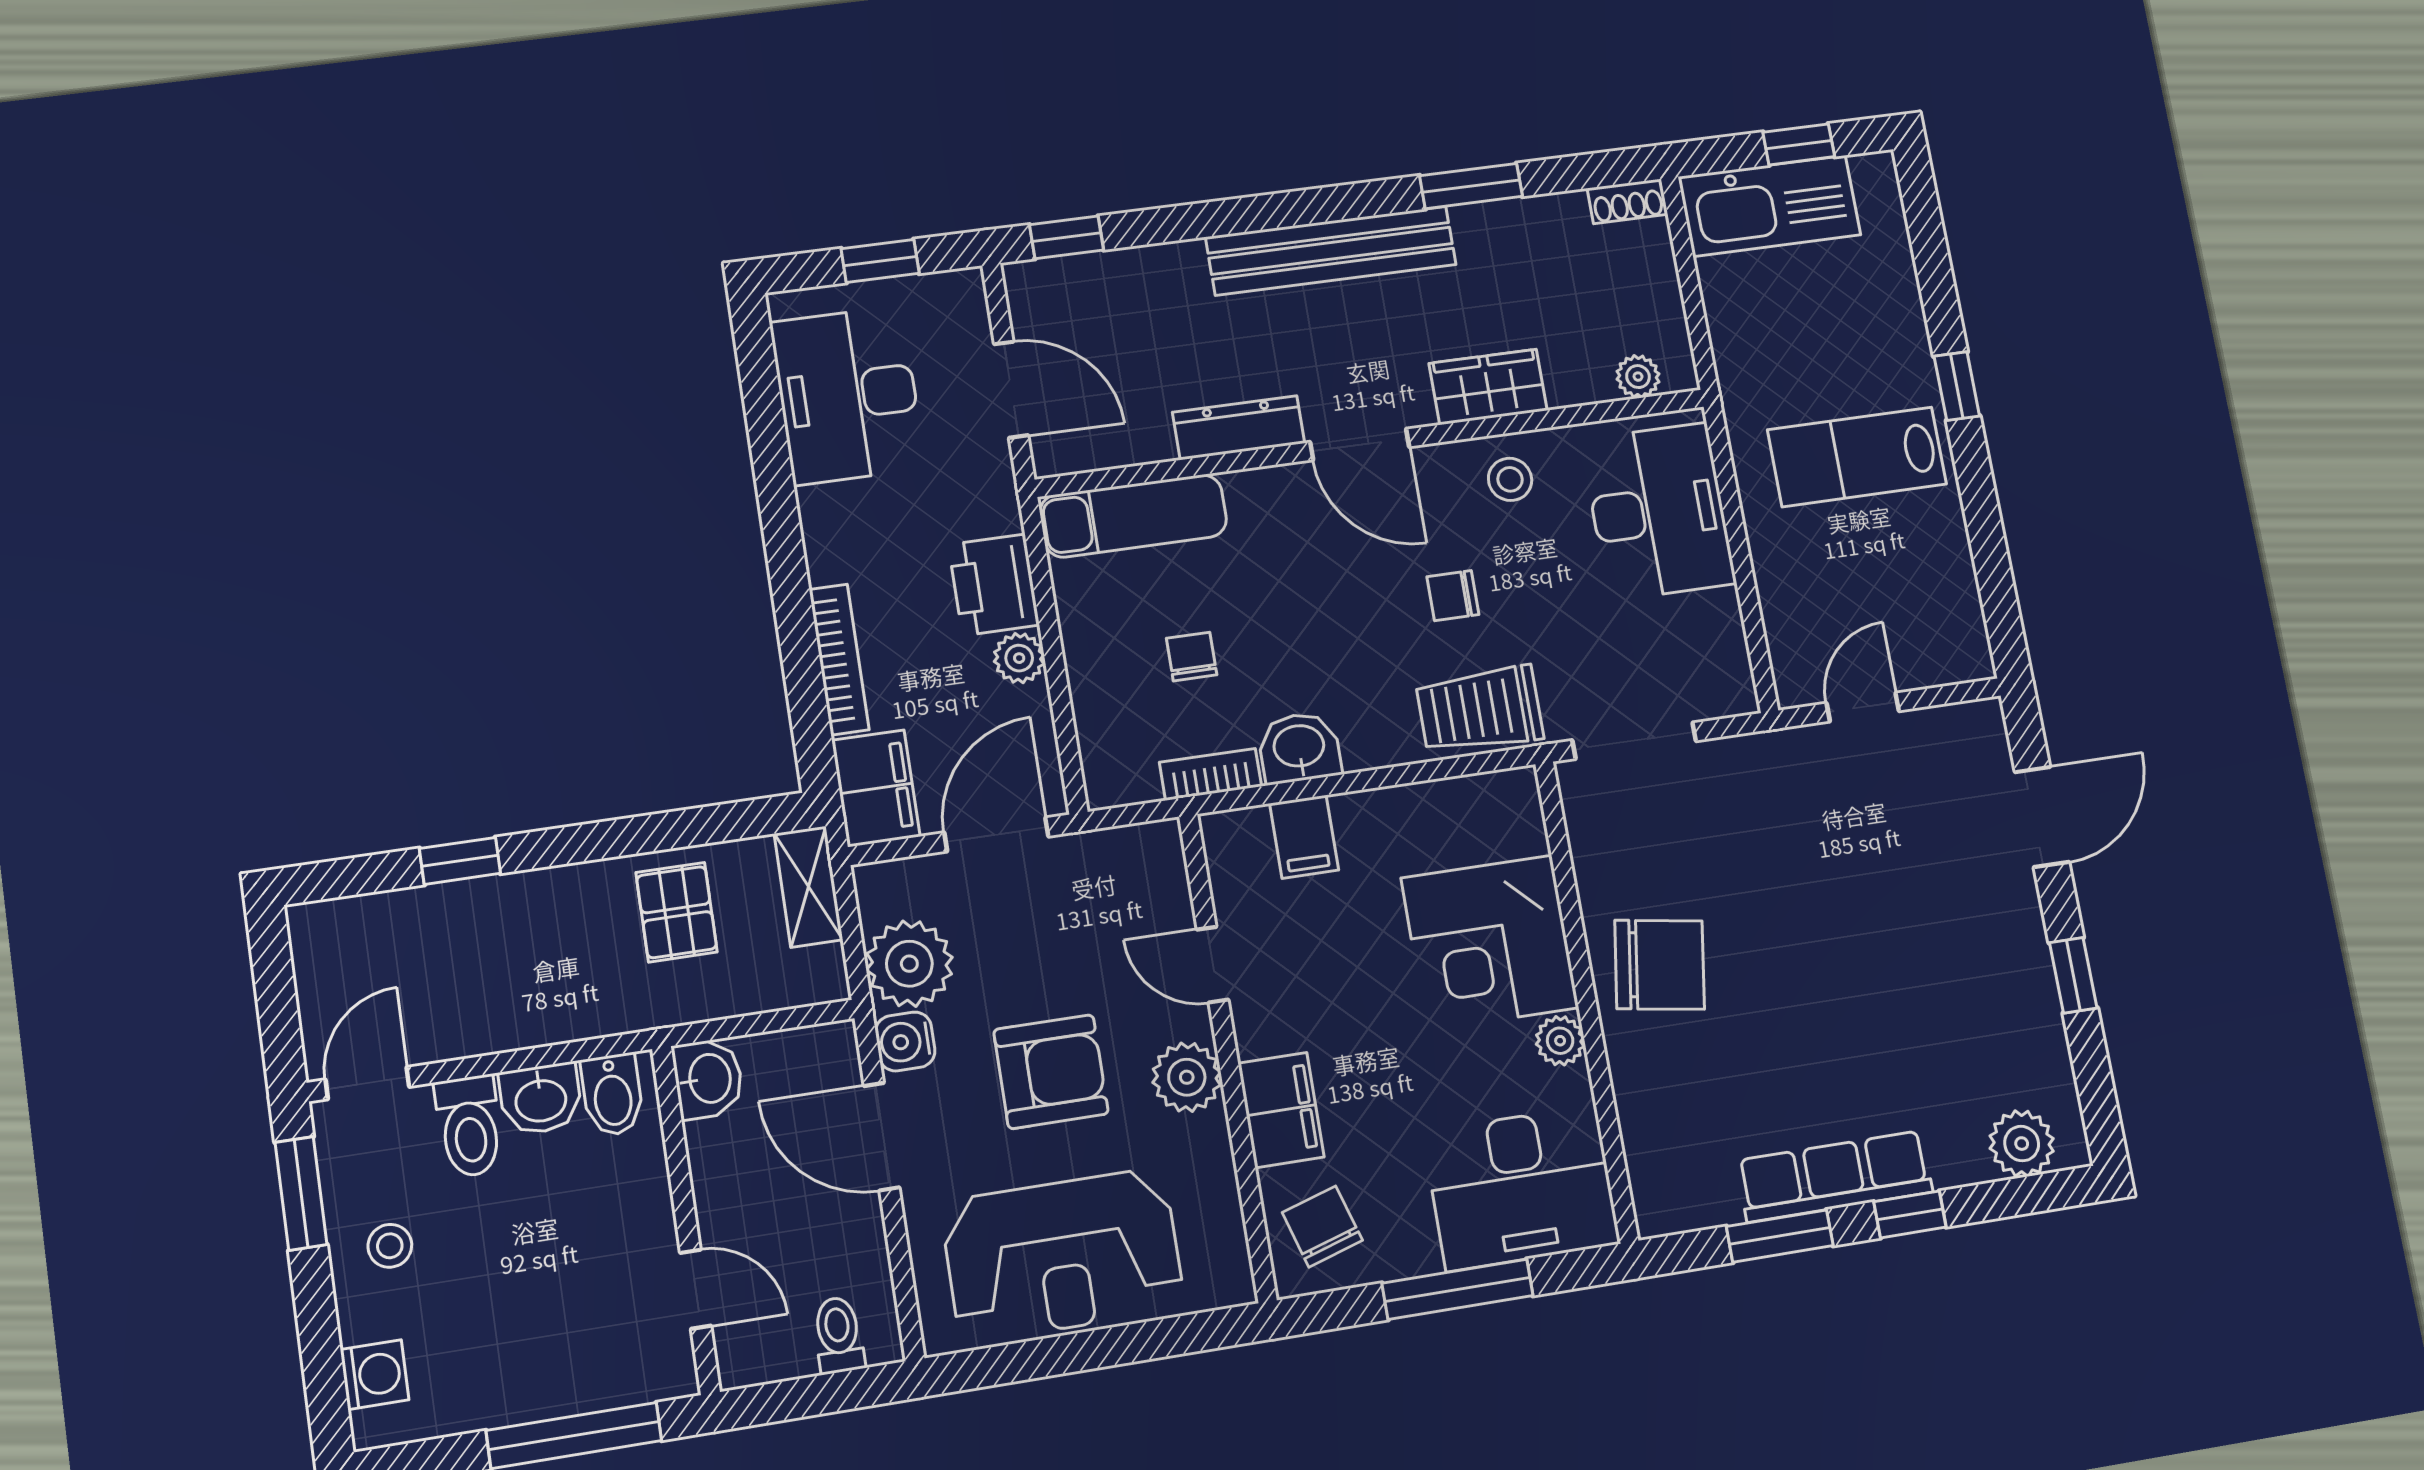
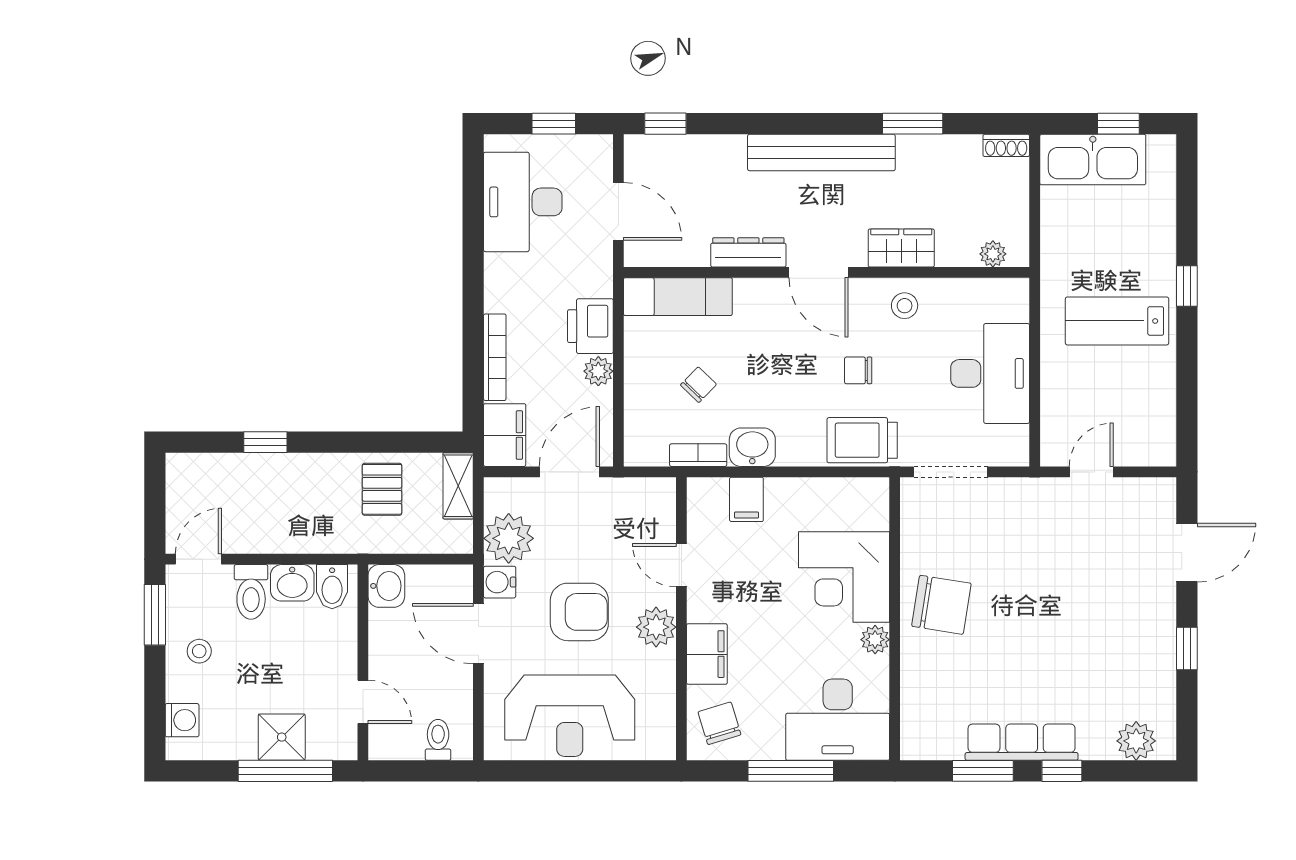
desk: (1658, 511) -> (990, 373), moved
chair: (1192, 657) -> (698, 385), turned 44
shower: (559, 1376) -> (282, 737), added

